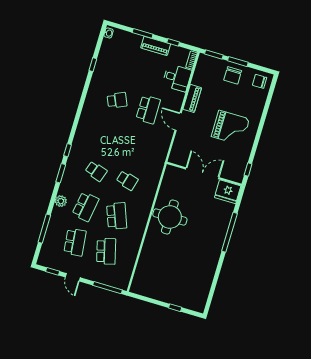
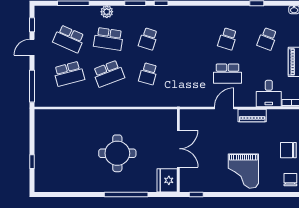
school desk: (128, 65) -> (267, 39), added
school desk: (117, 100) -> (227, 39), turned 42
grand piano: (230, 128) -> (243, 171), moved
round table: (170, 217) -> (117, 153), moved
school desk: (75, 242) -> (69, 39), turned 30

